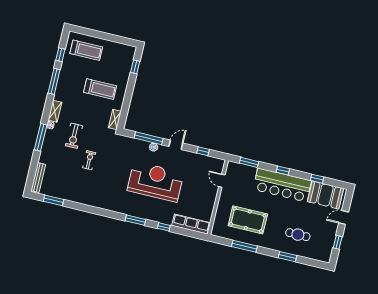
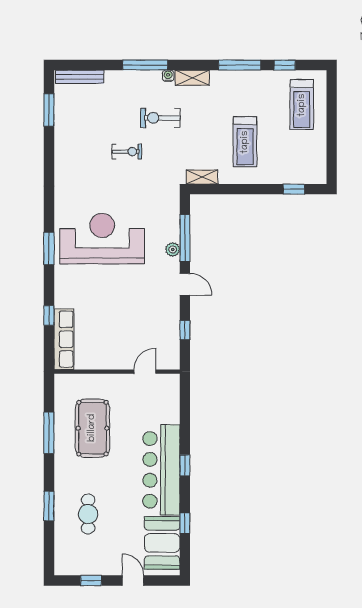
window: (249, 162) -> (185, 408), removed
reception desk: (155, 182) -> (102, 239), moved, turned -90
window: (164, 227) -> (49, 315), moved

